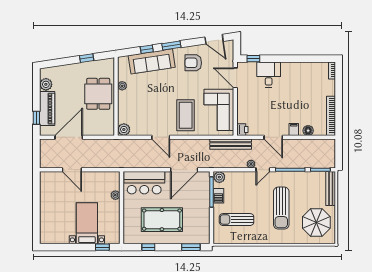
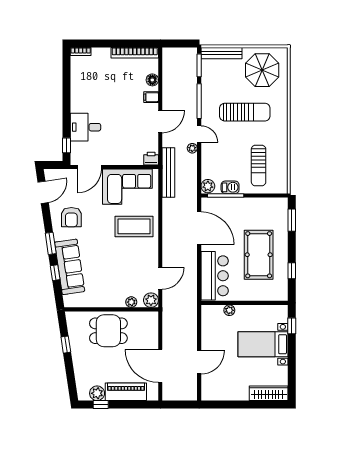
plant: (122, 86) -> (131, 302), moved
window: (36, 118) -> (101, 405), moved
door: (161, 137) -> (160, 278), moved
wardrobe: (46, 228) -> (269, 393), added

